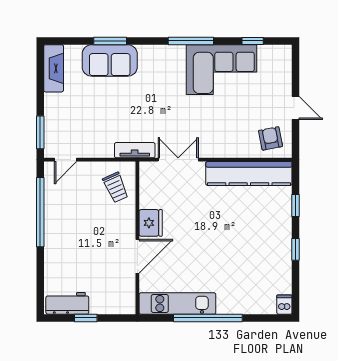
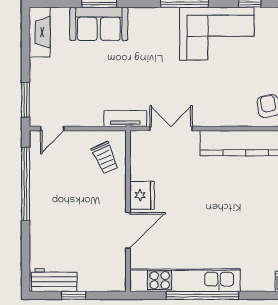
kitchen unit: (177, 304) -> (185, 280), width x1.36

